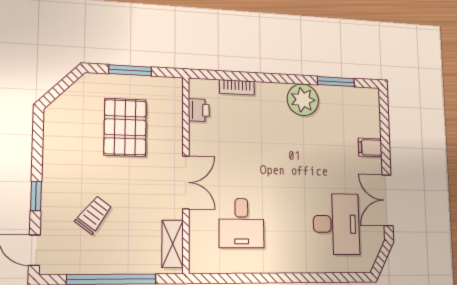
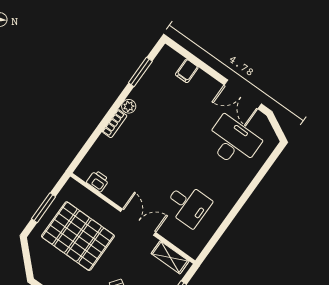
bookcase: (237, 87) -> (115, 124), moved
plant: (303, 100) -> (129, 106), width x0.53, depth x0.53
pallet: (125, 127) -> (78, 236), width x1.37, depth x1.41
filing cabinet: (370, 147) -> (187, 71), moved

